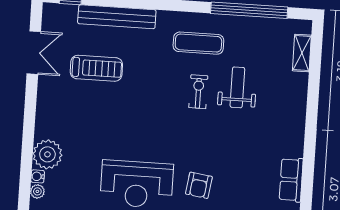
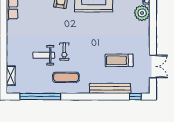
double door: (34, 53) -> (153, 66), swing flipped
weight bench: (237, 87) -> (44, 55), turned 90

